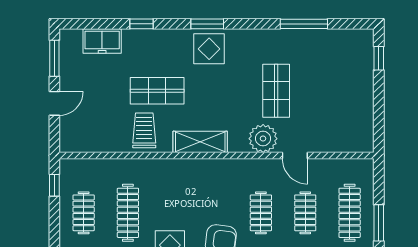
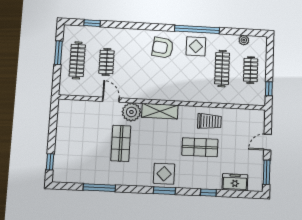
trolley: (144, 130) -> (209, 121), turned -90
shelving: (200, 142) -> (160, 111), moved
clothes rail: (261, 213) -> (136, 64), removed

